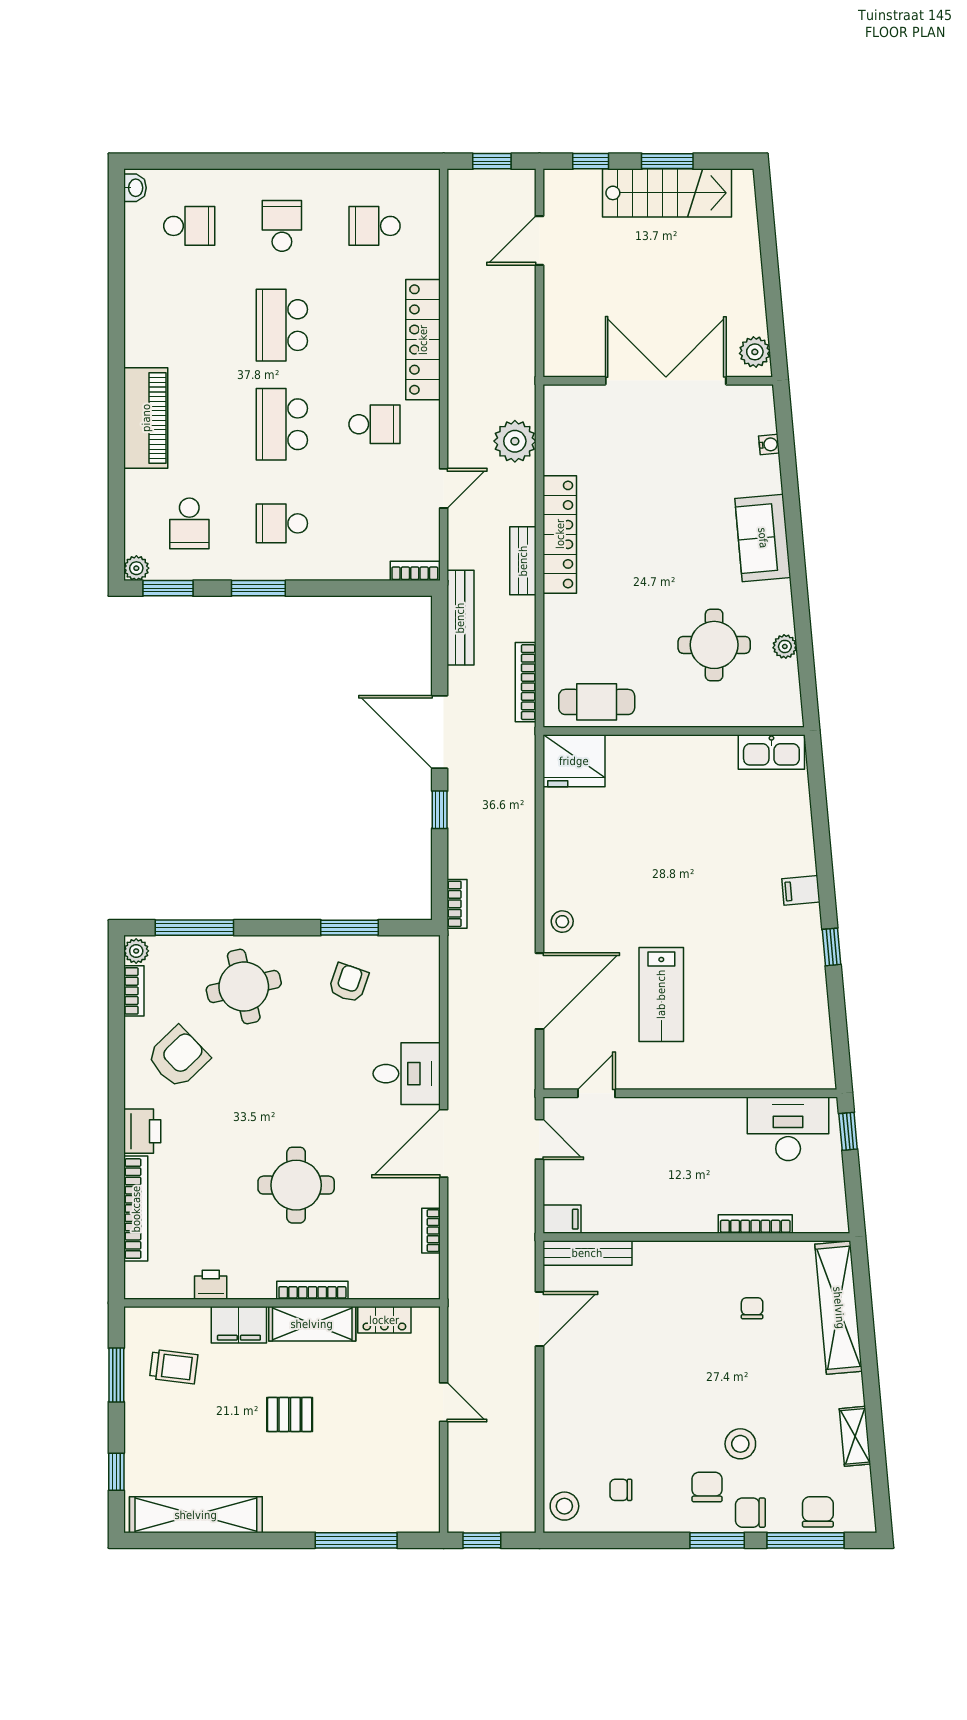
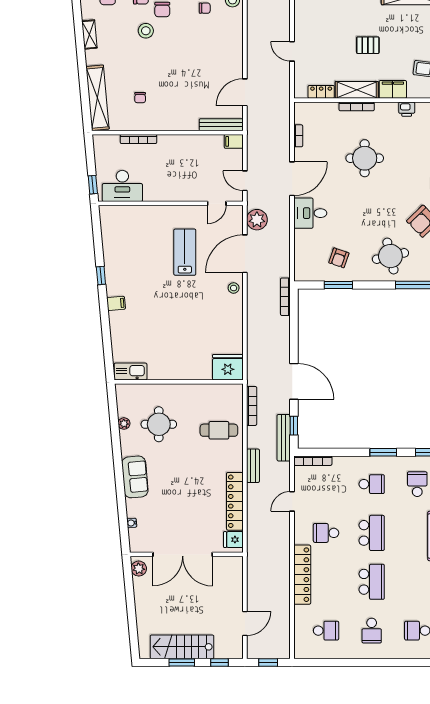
fridge: (563, 411) -> (233, 540), added
plant: (515, 441) -> (257, 220), moved
locker: (560, 534) -> (235, 501), moved
bookcase: (415, 571) -> (313, 461), width x1.56
cafe table: (597, 702) -> (219, 430), moved
window: (440, 810) -> (294, 426), moved
bookcase: (457, 904) -> (285, 297), width x1.56

